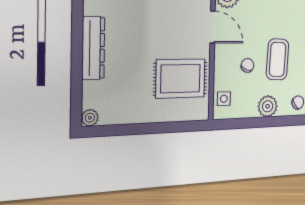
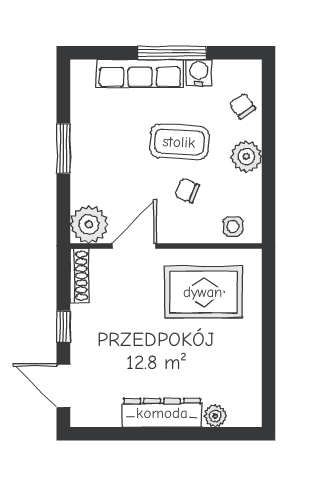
rug: (180, 79) -> (203, 292), turned 90
plant: (90, 118) -> (215, 416), moved

